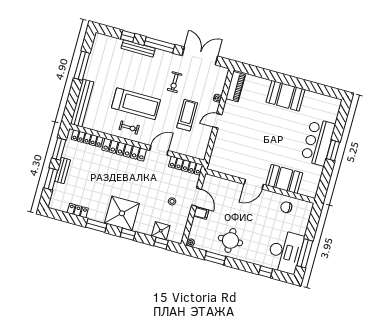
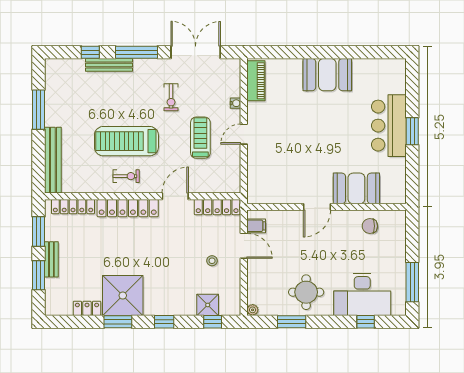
treadmill: (136, 104) -> (126, 141), turned 180
shower: (122, 213) -> (123, 296), moved
filing cabinet: (201, 213) -> (256, 226), moved
desk: (285, 252) -> (362, 294), moved, turned 90

